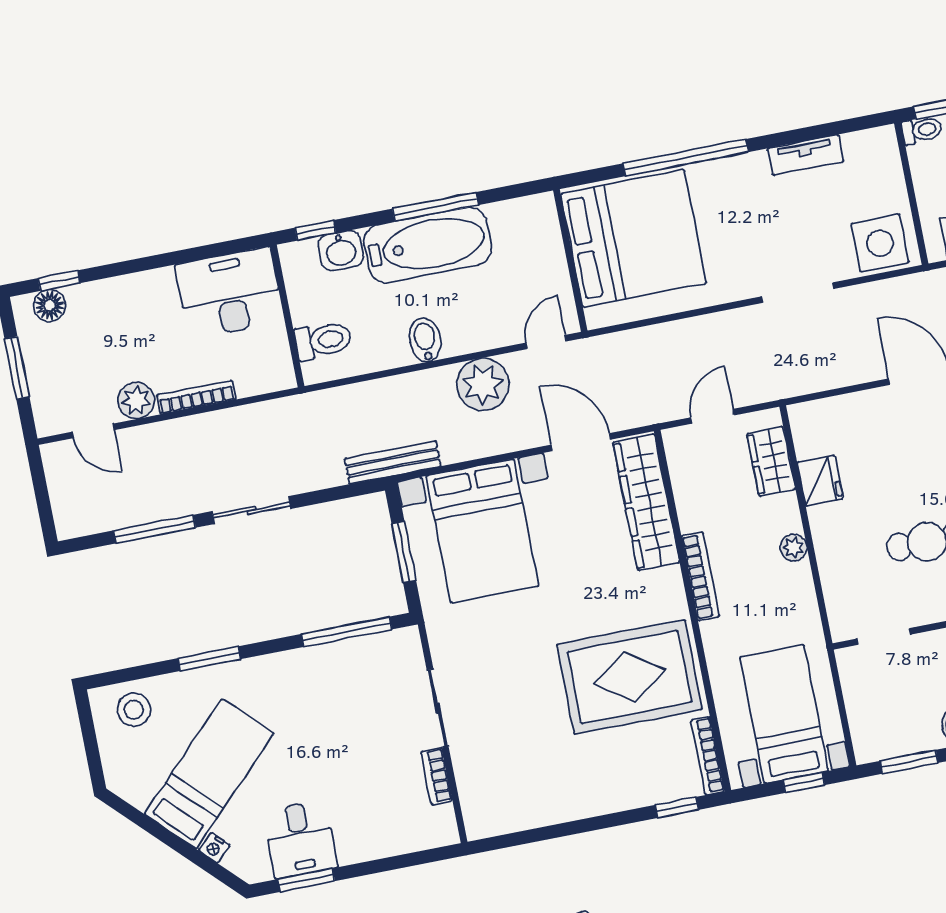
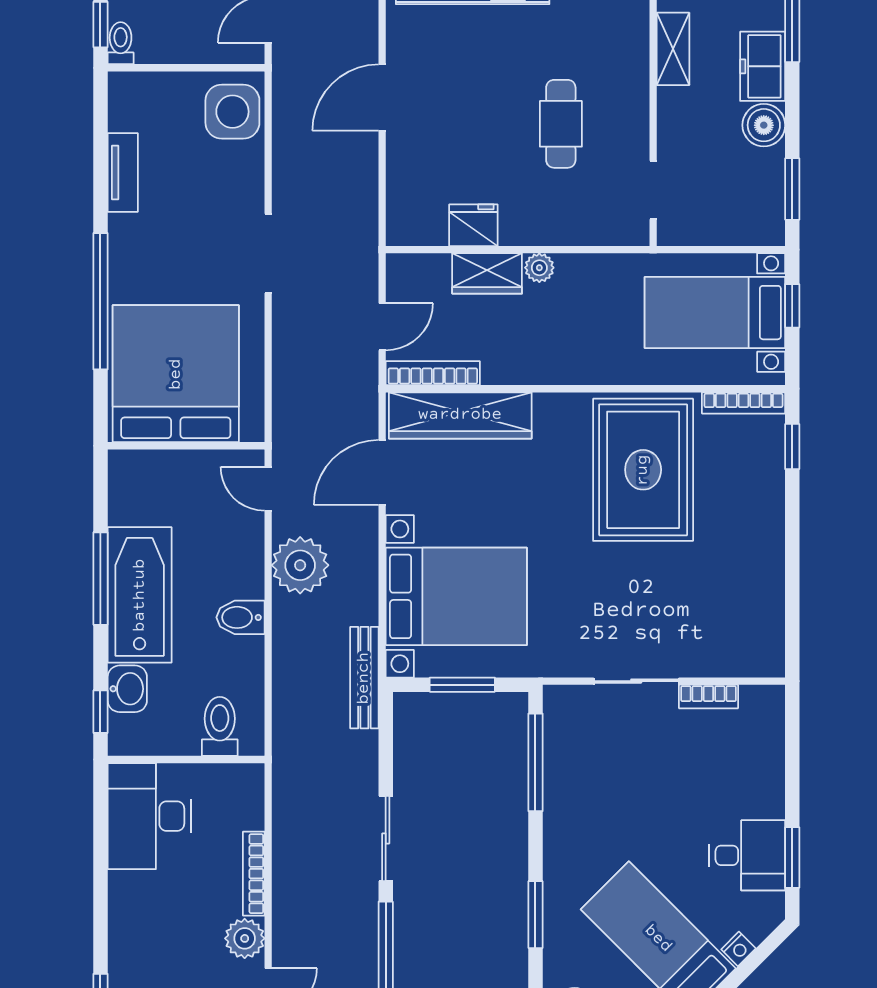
doorway: (798, 293) -> (268, 253), moved
door: (712, 416) -> (382, 327), swing flipped
wardrobe: (771, 461) -> (487, 273), moved
bookcase: (700, 576) -> (433, 373), moved

